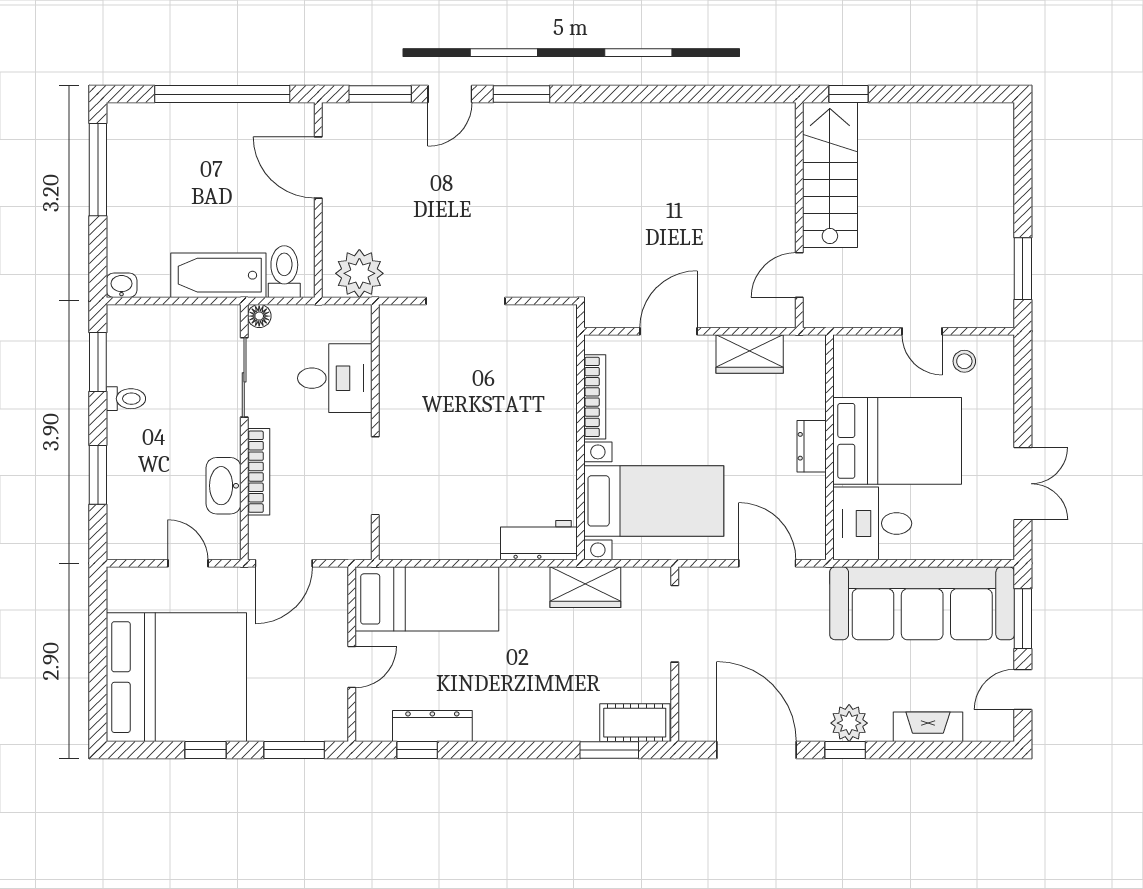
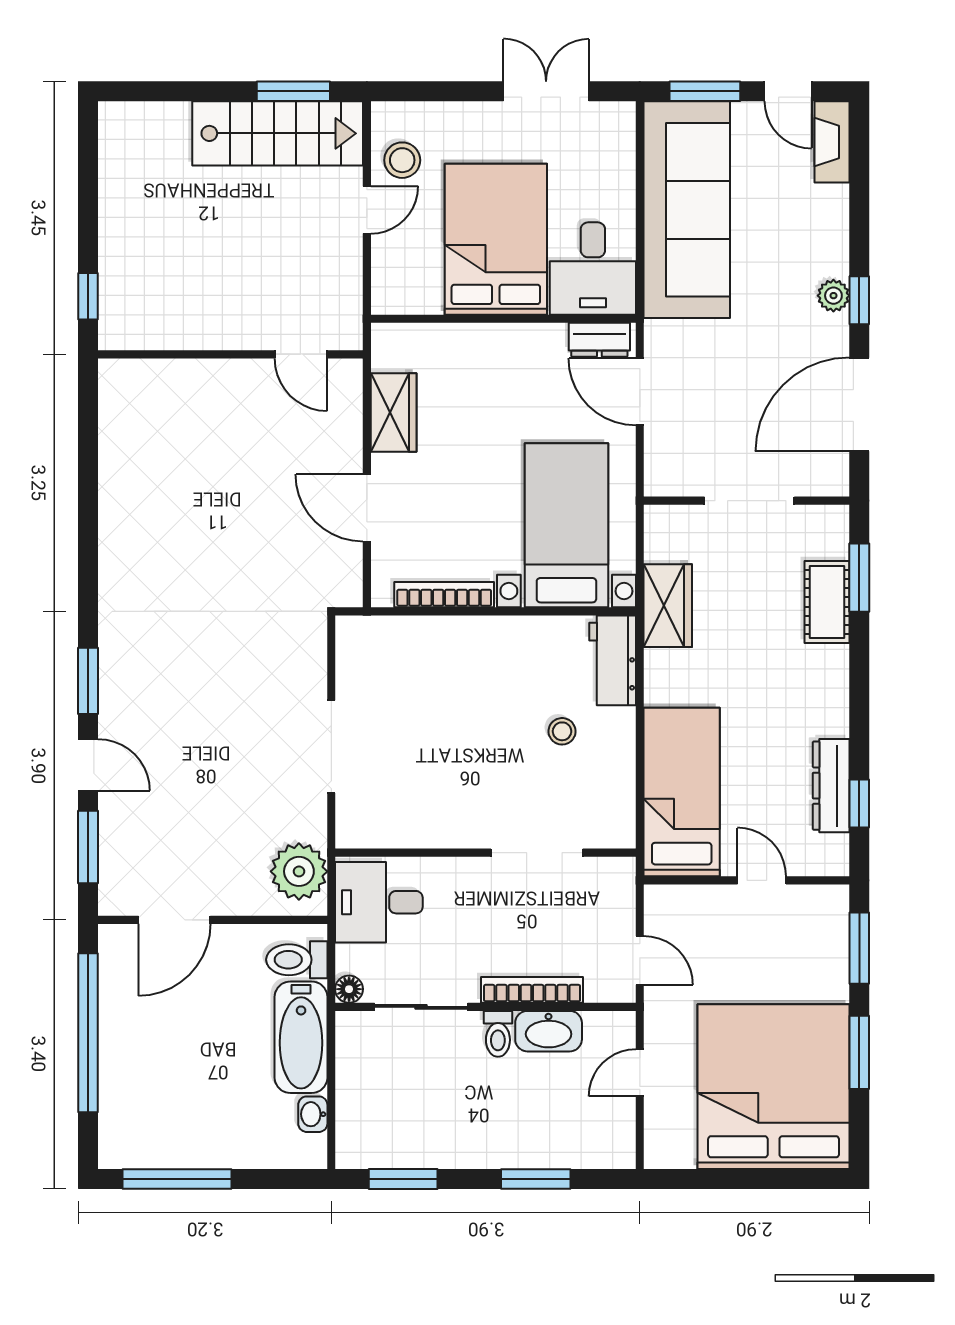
stairs: (830, 175) -> (278, 133), moved, turned 180
washbasin: (122, 285) -> (313, 1114), moved
stool: (964, 361) -> (402, 160), width x1.37, depth x1.37
desk: (335, 378) -> (379, 902), moved, turned -90
toilet: (126, 399) -> (498, 1034), moved, turned 180
dresser: (812, 446) -> (599, 340), moved
stool: (479, 497) -> (562, 731), added
door: (284, 563) -> (640, 960), width x0.73
door: (767, 563) -> (640, 392), hinge flipped
doorway: (675, 624) -> (749, 501), moved
cot: (635, 723) -> (827, 602), moved
plant: (849, 723) -> (833, 296), width x0.73, depth x0.73
fireplace: (928, 727) -> (832, 142), moved
window: (205, 750) -> (859, 1052), width x1.50

